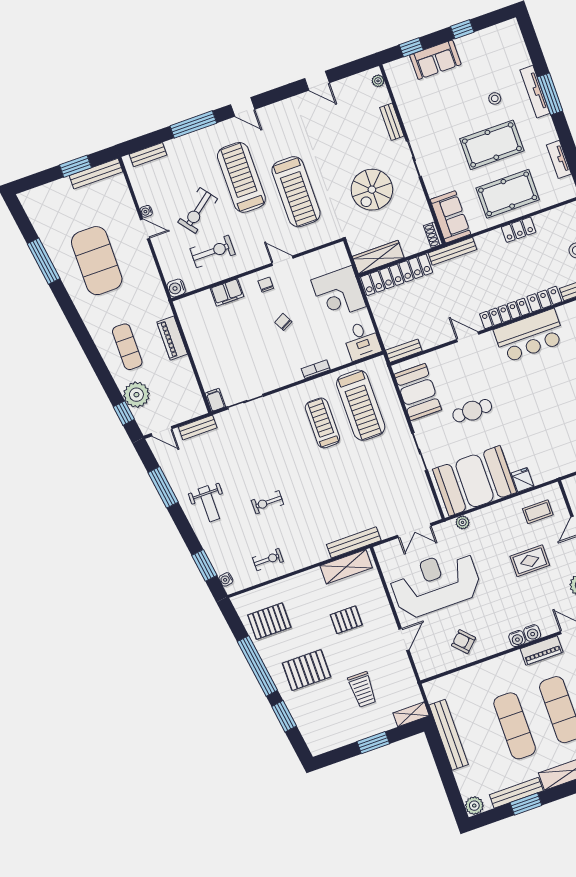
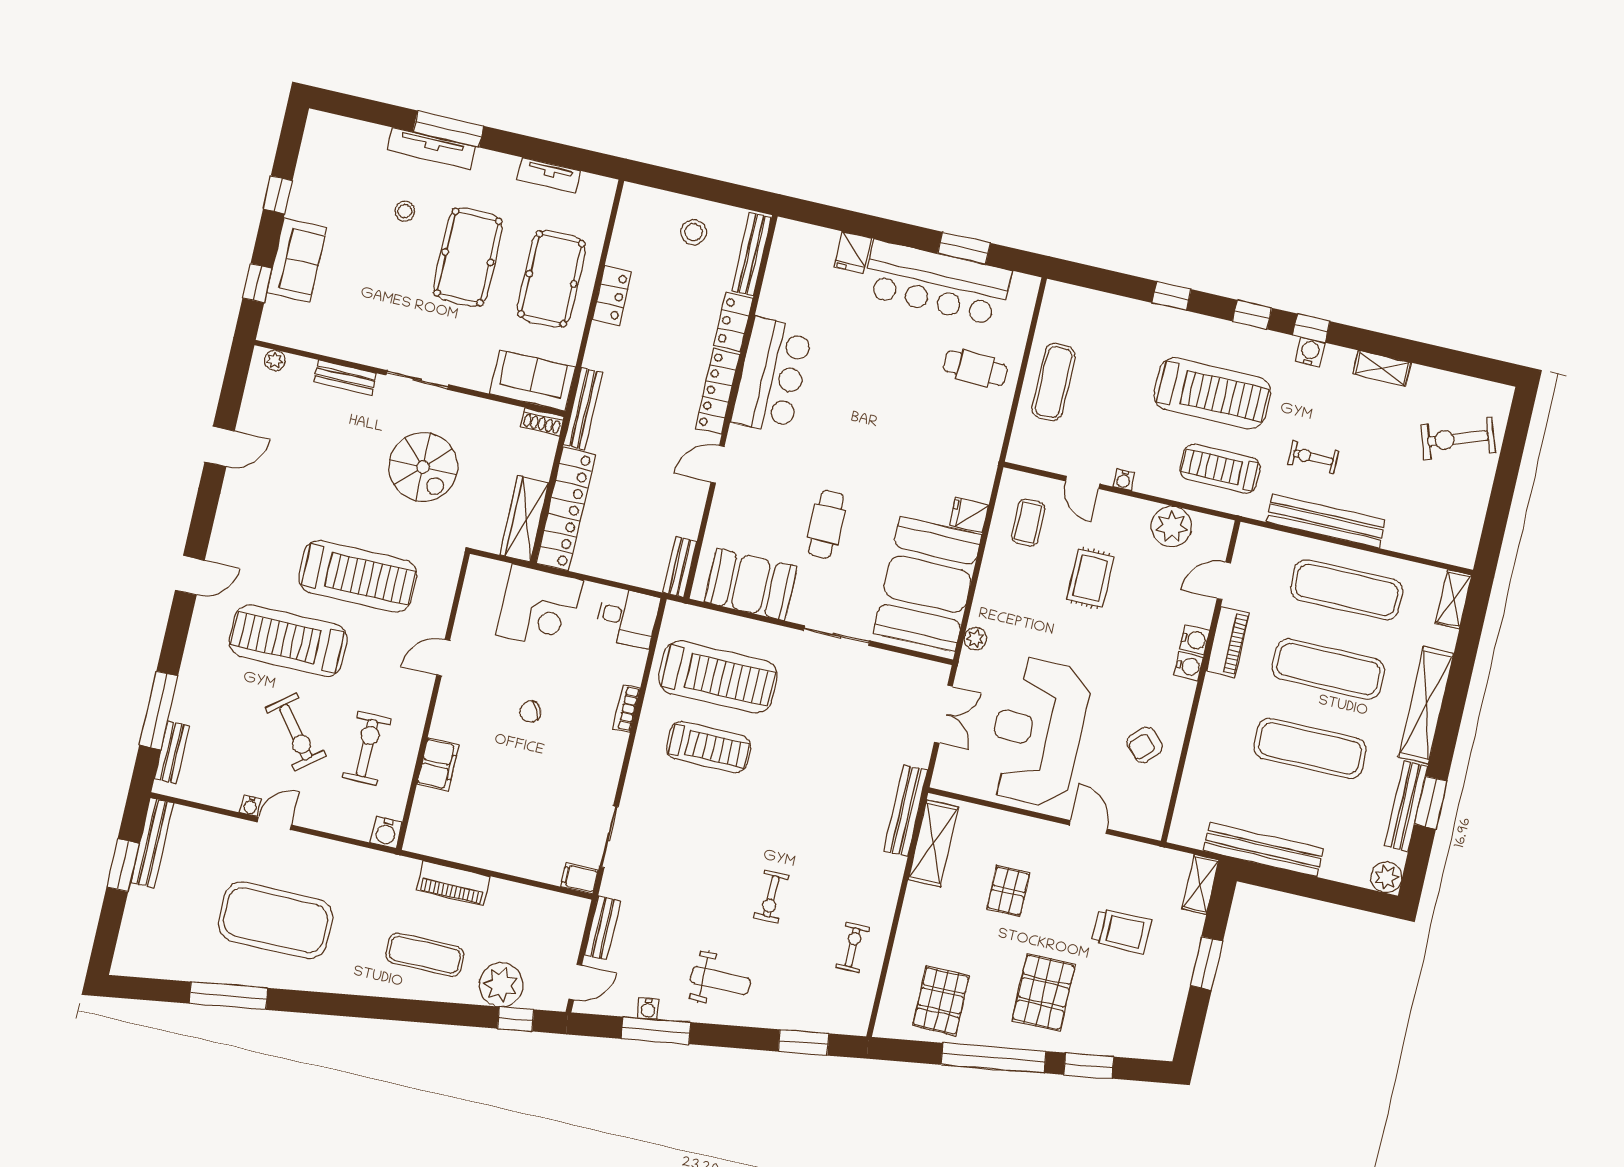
window: (193, 124) -> (159, 711), moved
chair: (266, 285) -> (462, 703), removed
treadmill: (322, 423) -> (709, 747), turned 180
water cooler: (226, 579) -> (648, 1009), moved

